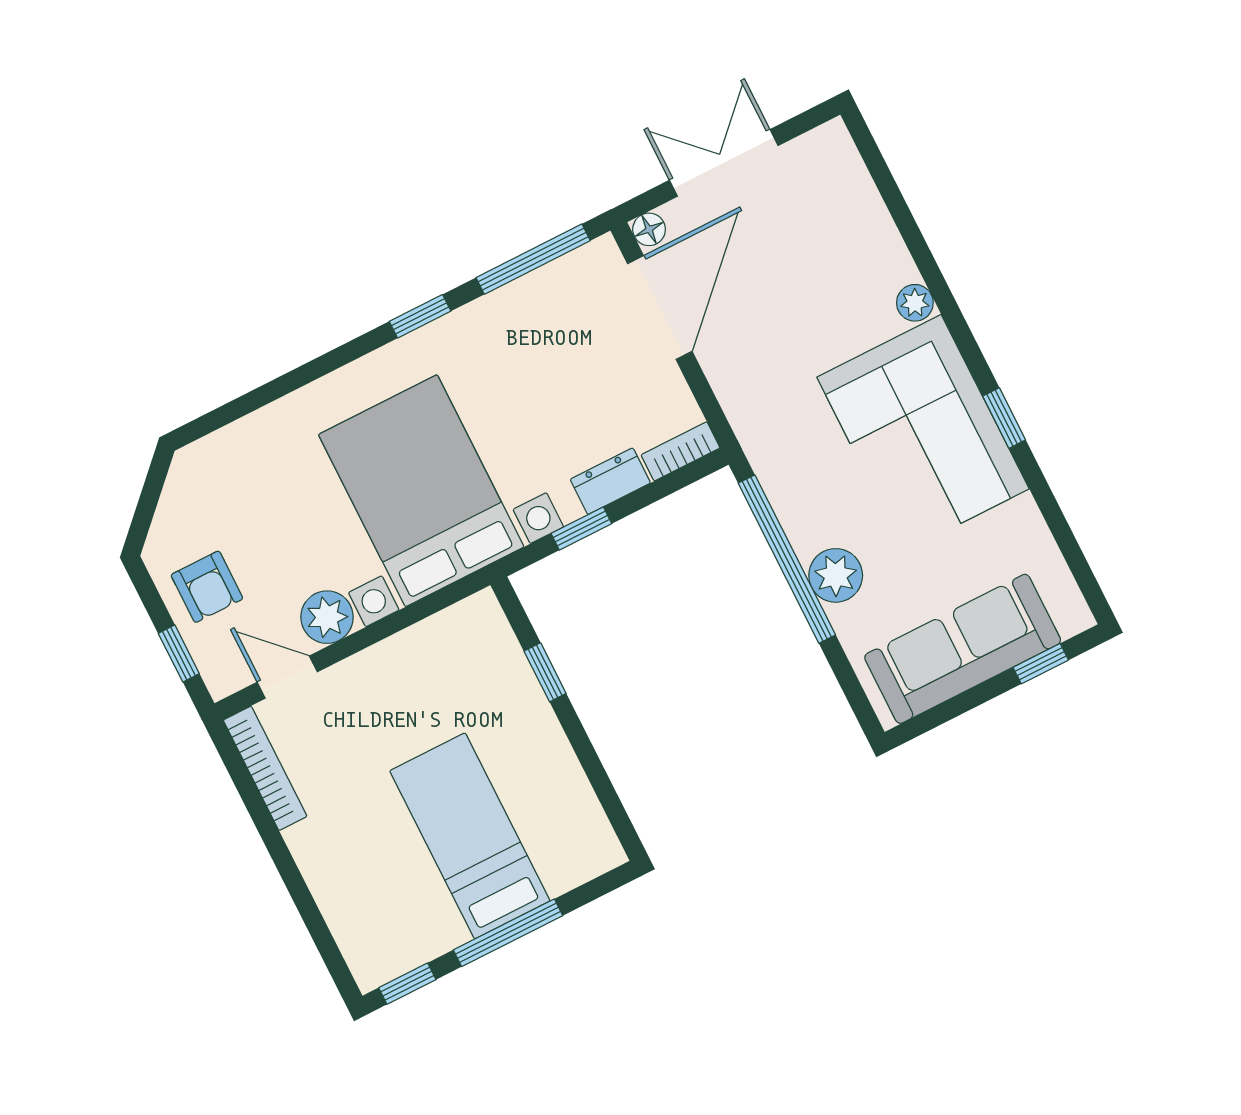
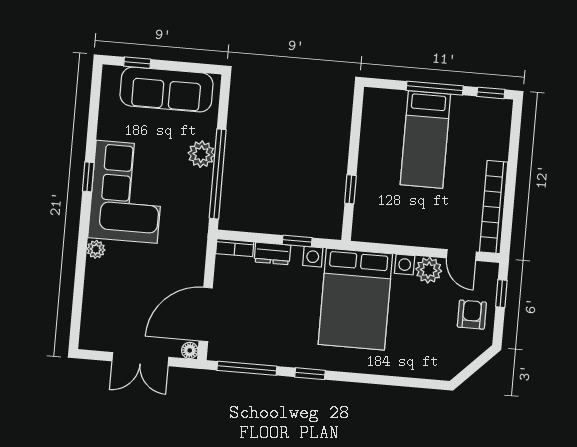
bookcase: (265, 768) -> (494, 207), width x1.48, depth x1.31

